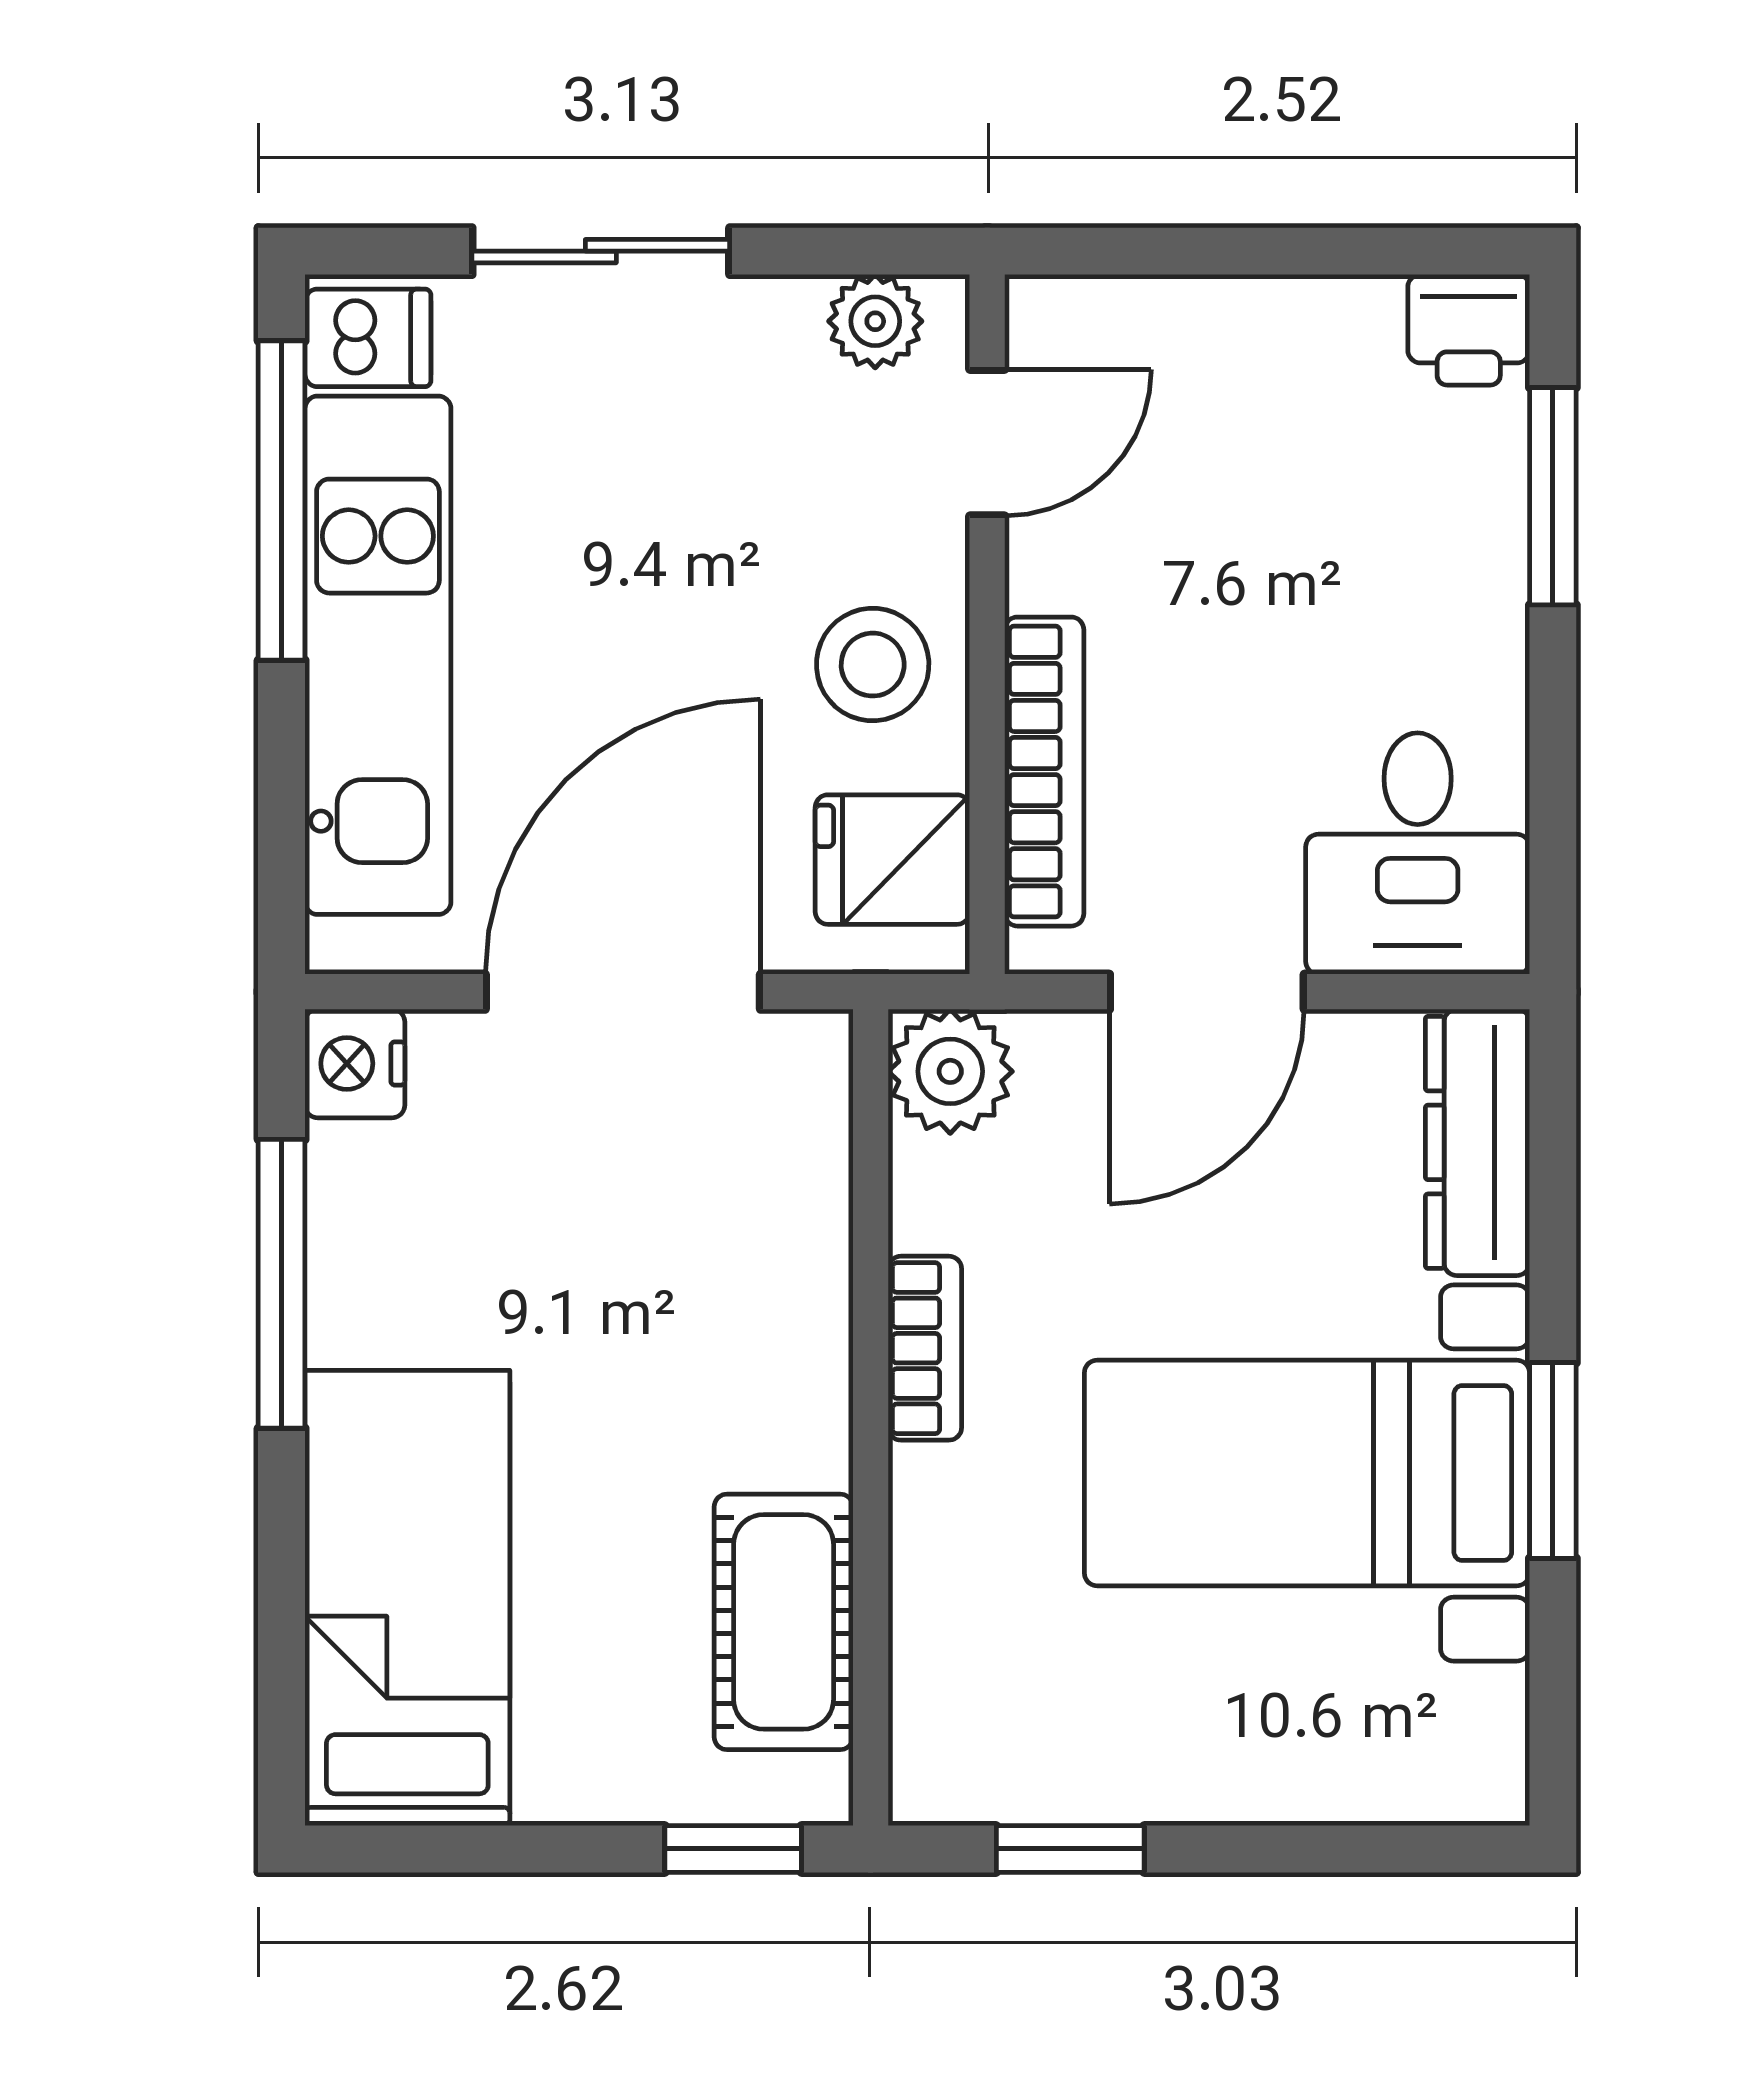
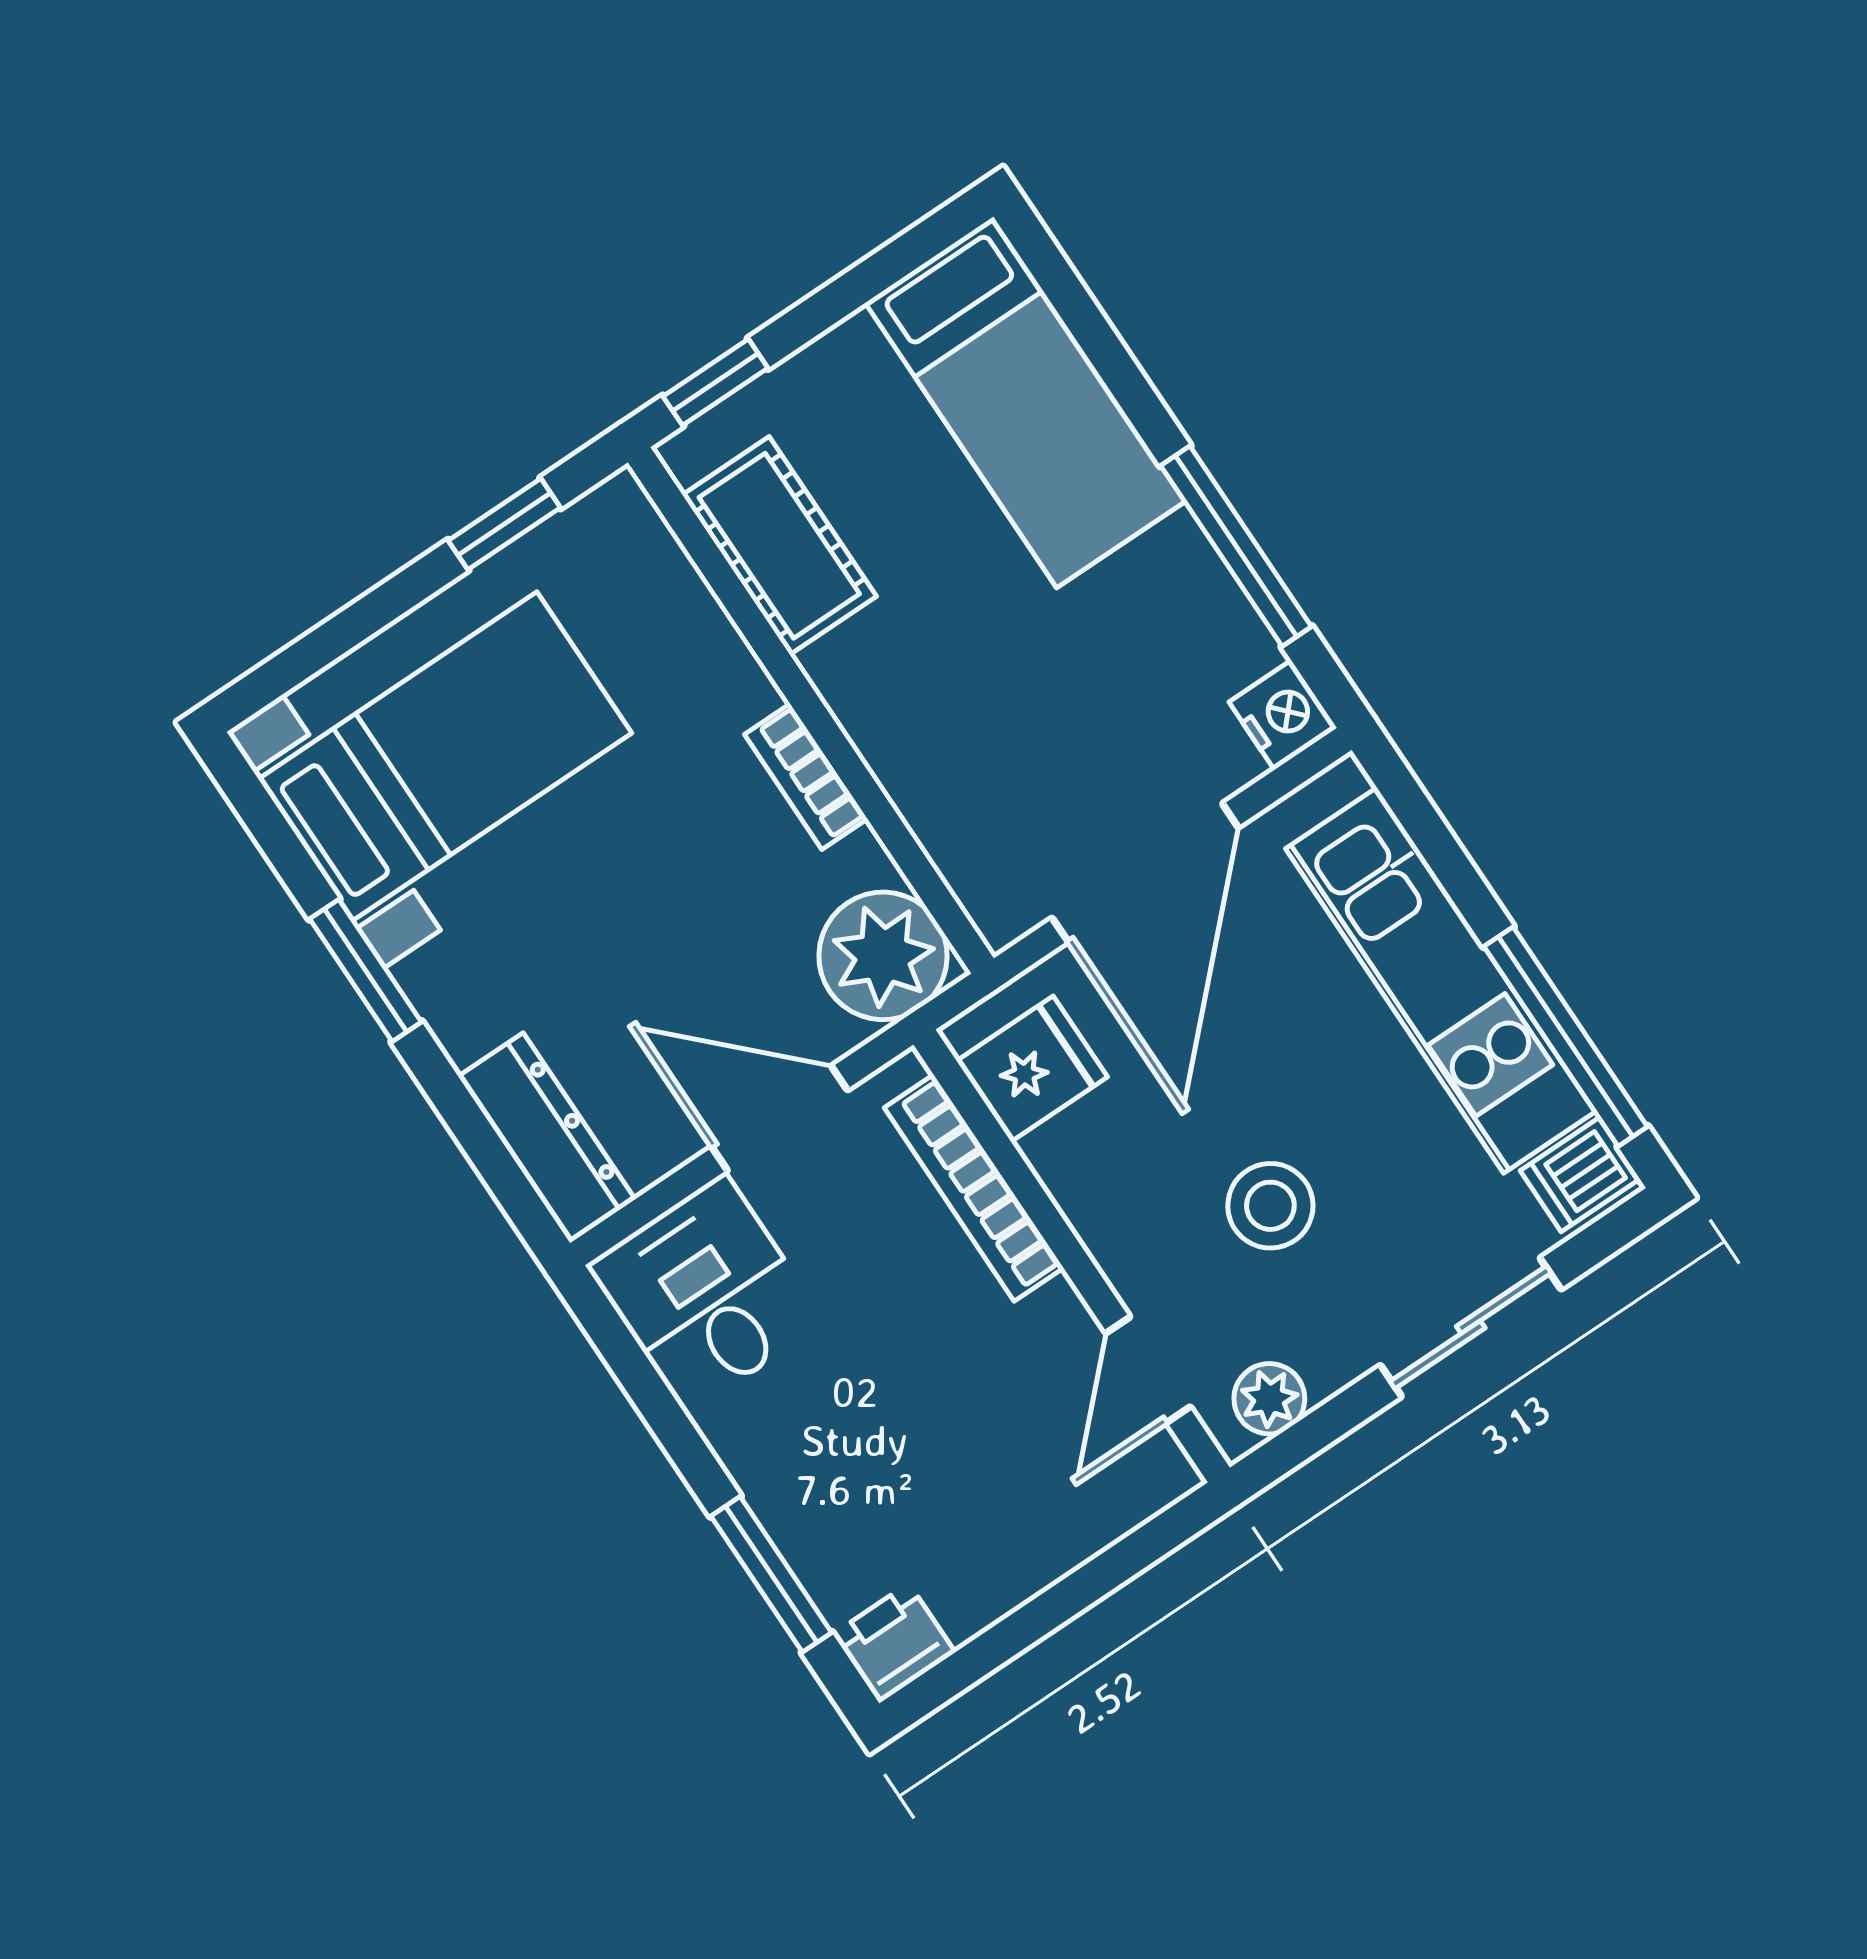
stool: (873, 665) -> (1270, 1206), moved
door: (1207, 992) -> (780, 1118), hinge flipped
plant: (950, 1071) -> (883, 956), width x1.36, depth x1.36
bed with nightstands: (1307, 1473) -> (445, 756), moved

